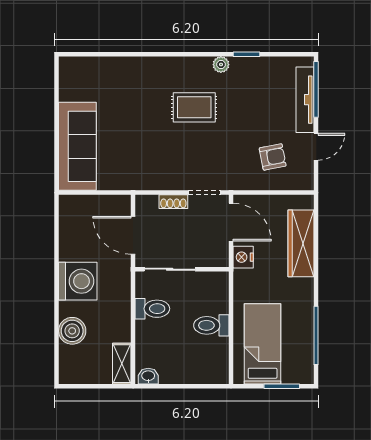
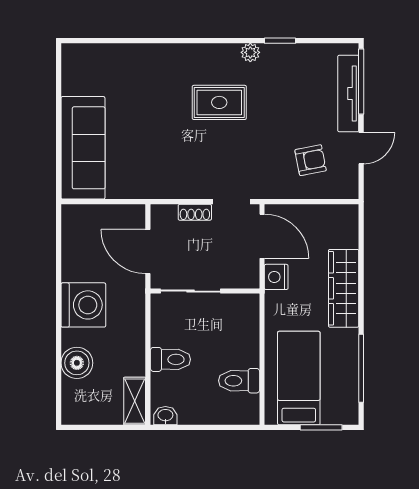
wardrobe: (301, 243) -> (344, 288), moved
toilet: (152, 309) -> (170, 359), moved
toilet: (211, 325) -> (239, 381), moved

